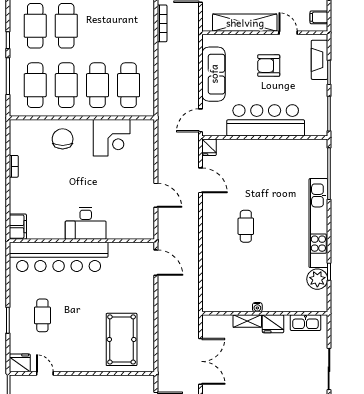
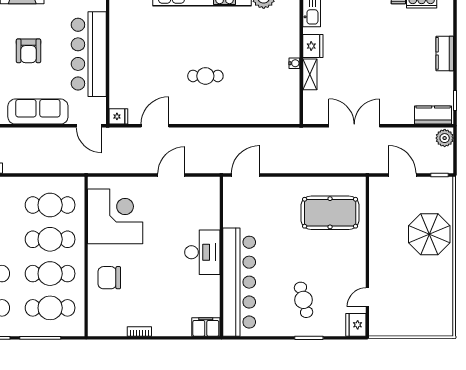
corner desk: (112, 138) -> (115, 216), width x1.36, depth x1.36
cafe table: (42, 315) -> (304, 300), turned 76

